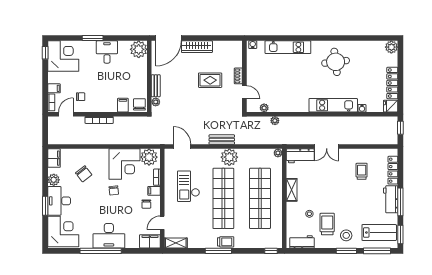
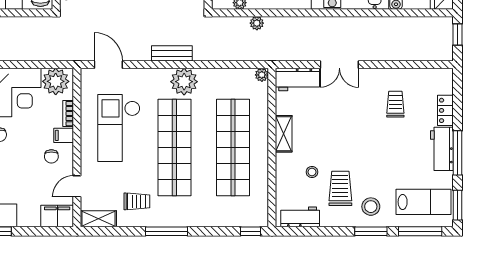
locker: (393, 170) -> (445, 110), width x0.66
checkout: (189, 186) -> (119, 128), width x1.36, depth x1.21
trolley: (226, 242) -> (137, 201), moved

